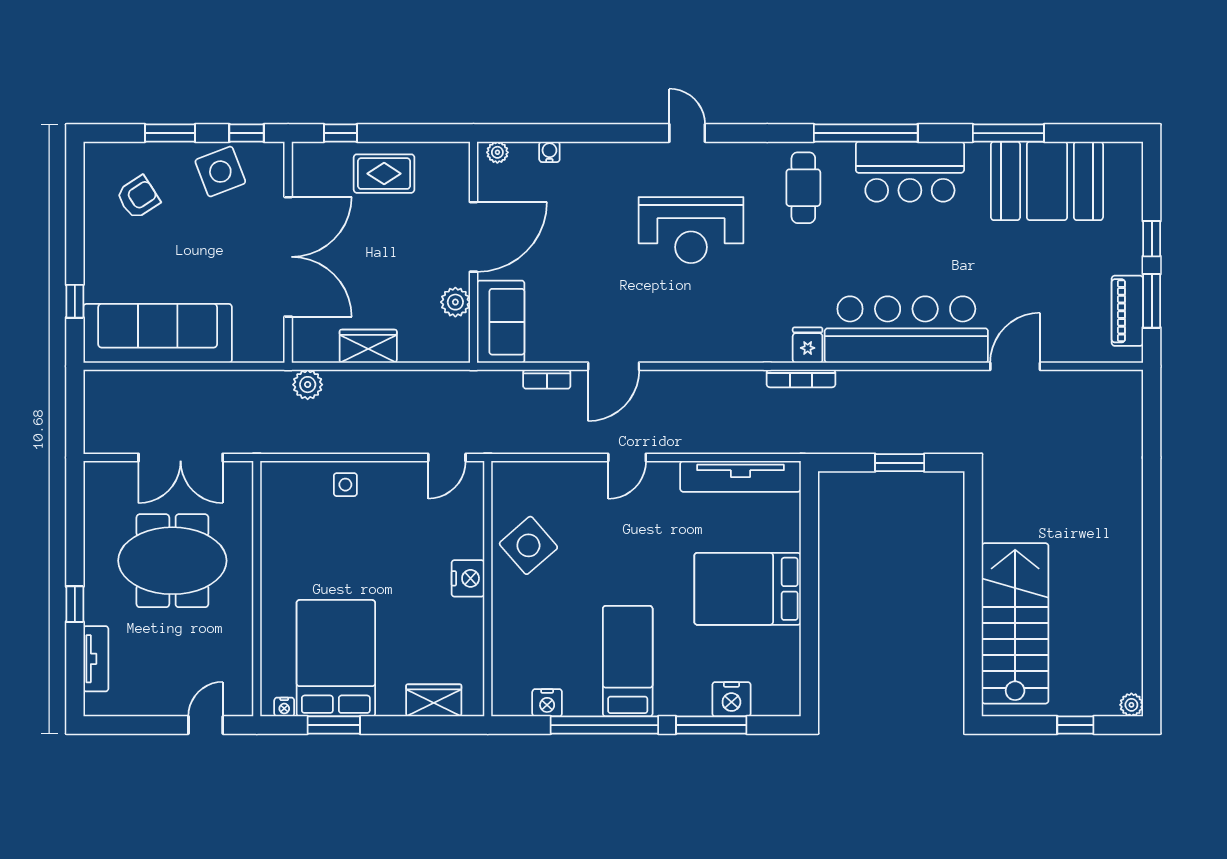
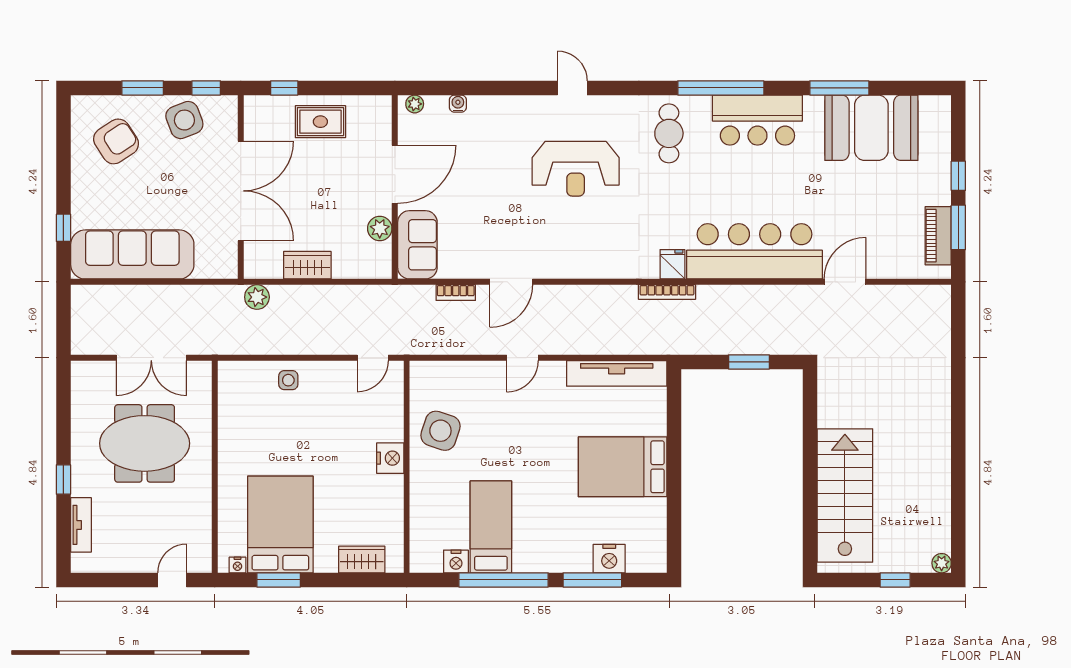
armchair: (138, 197) -> (116, 141), width x1.38, depth x1.38
side table: (528, 545) -> (440, 431), turned -31
bed: (628, 661) -> (491, 527), moved

